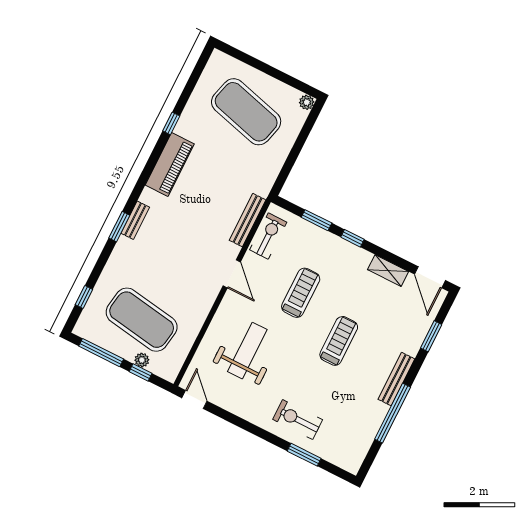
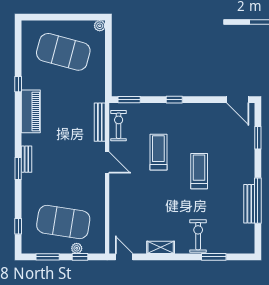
window: (317, 220) -> (129, 100), moved
shelving: (388, 271) -> (161, 247), moved
weight bench: (247, 351) -> (143, 207), removed
window: (101, 353) -> (48, 257), width x0.69
bench: (396, 379) -> (249, 204), moved
exercise bike: (298, 420) -> (198, 236), turned 90

